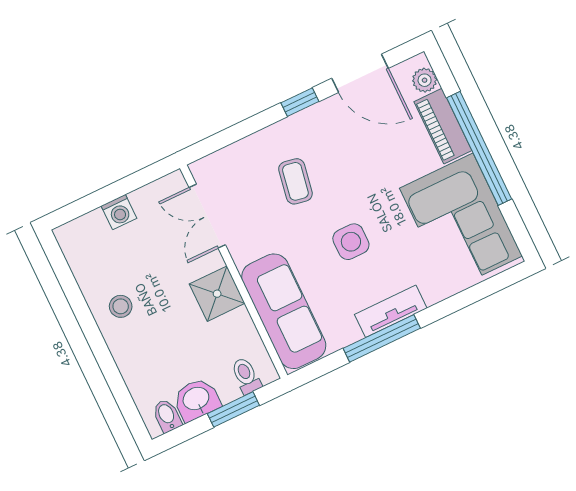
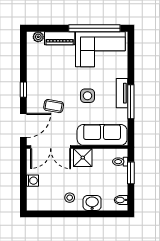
door: (360, 73) -> (23, 125), moved
window: (479, 148) -> (94, 28), moved
double door: (207, 216) -> (51, 147), width x1.37
washbasin: (196, 399) -> (92, 203), moved, turned 90

